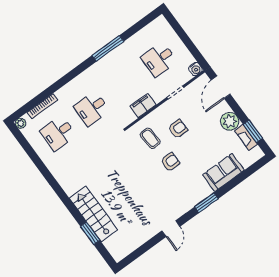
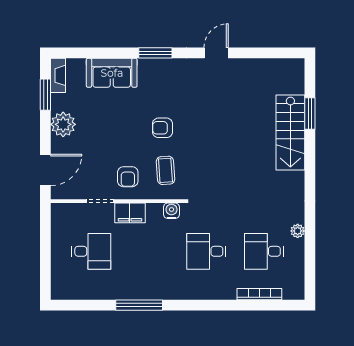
water cooler: (195, 69) -> (171, 211), moved
filing cabinet: (143, 105) -> (130, 213), moved
desk: (92, 109) -> (206, 251), turned 180
plant: (21, 123) -> (298, 231), moved
armchair: (178, 129) -> (128, 177), moved, turned -90
desk: (58, 133) -> (264, 251), turned 180
fireplace: (246, 137) -> (58, 75), moved

